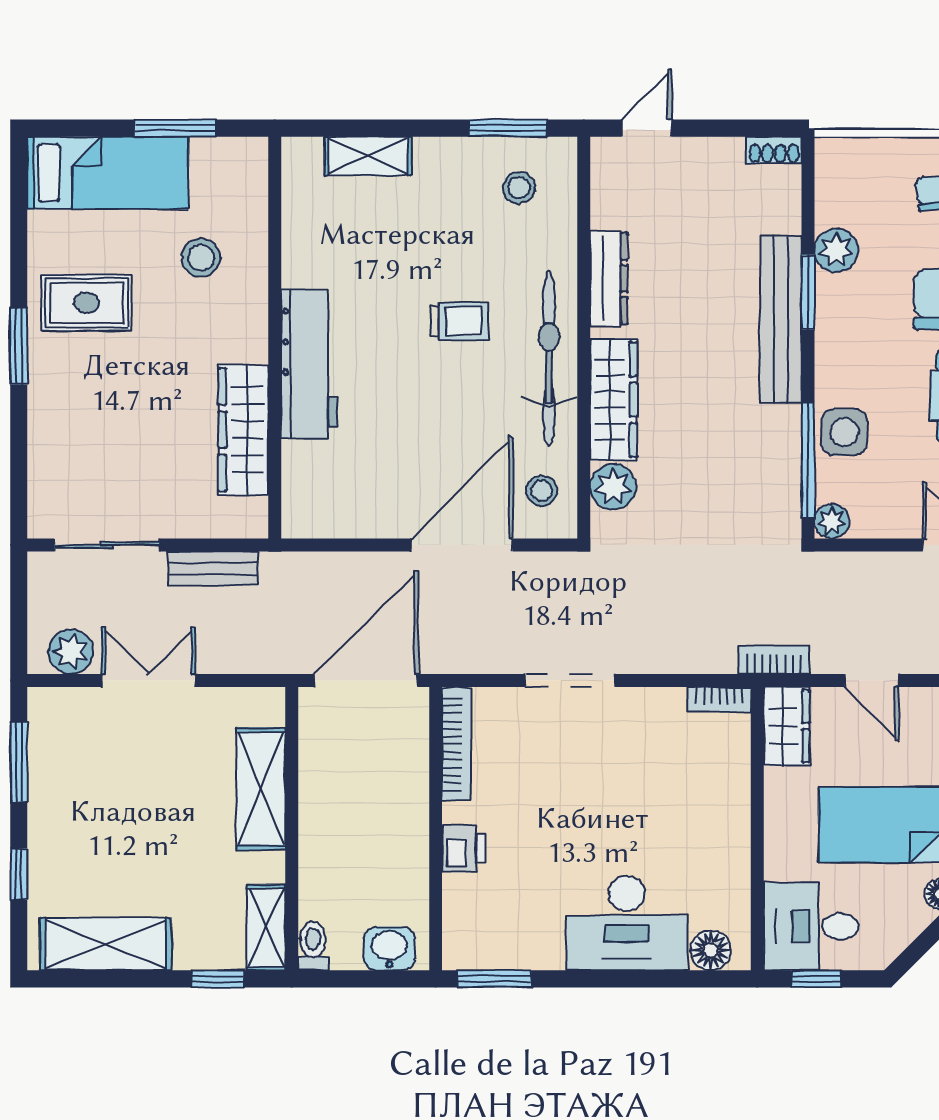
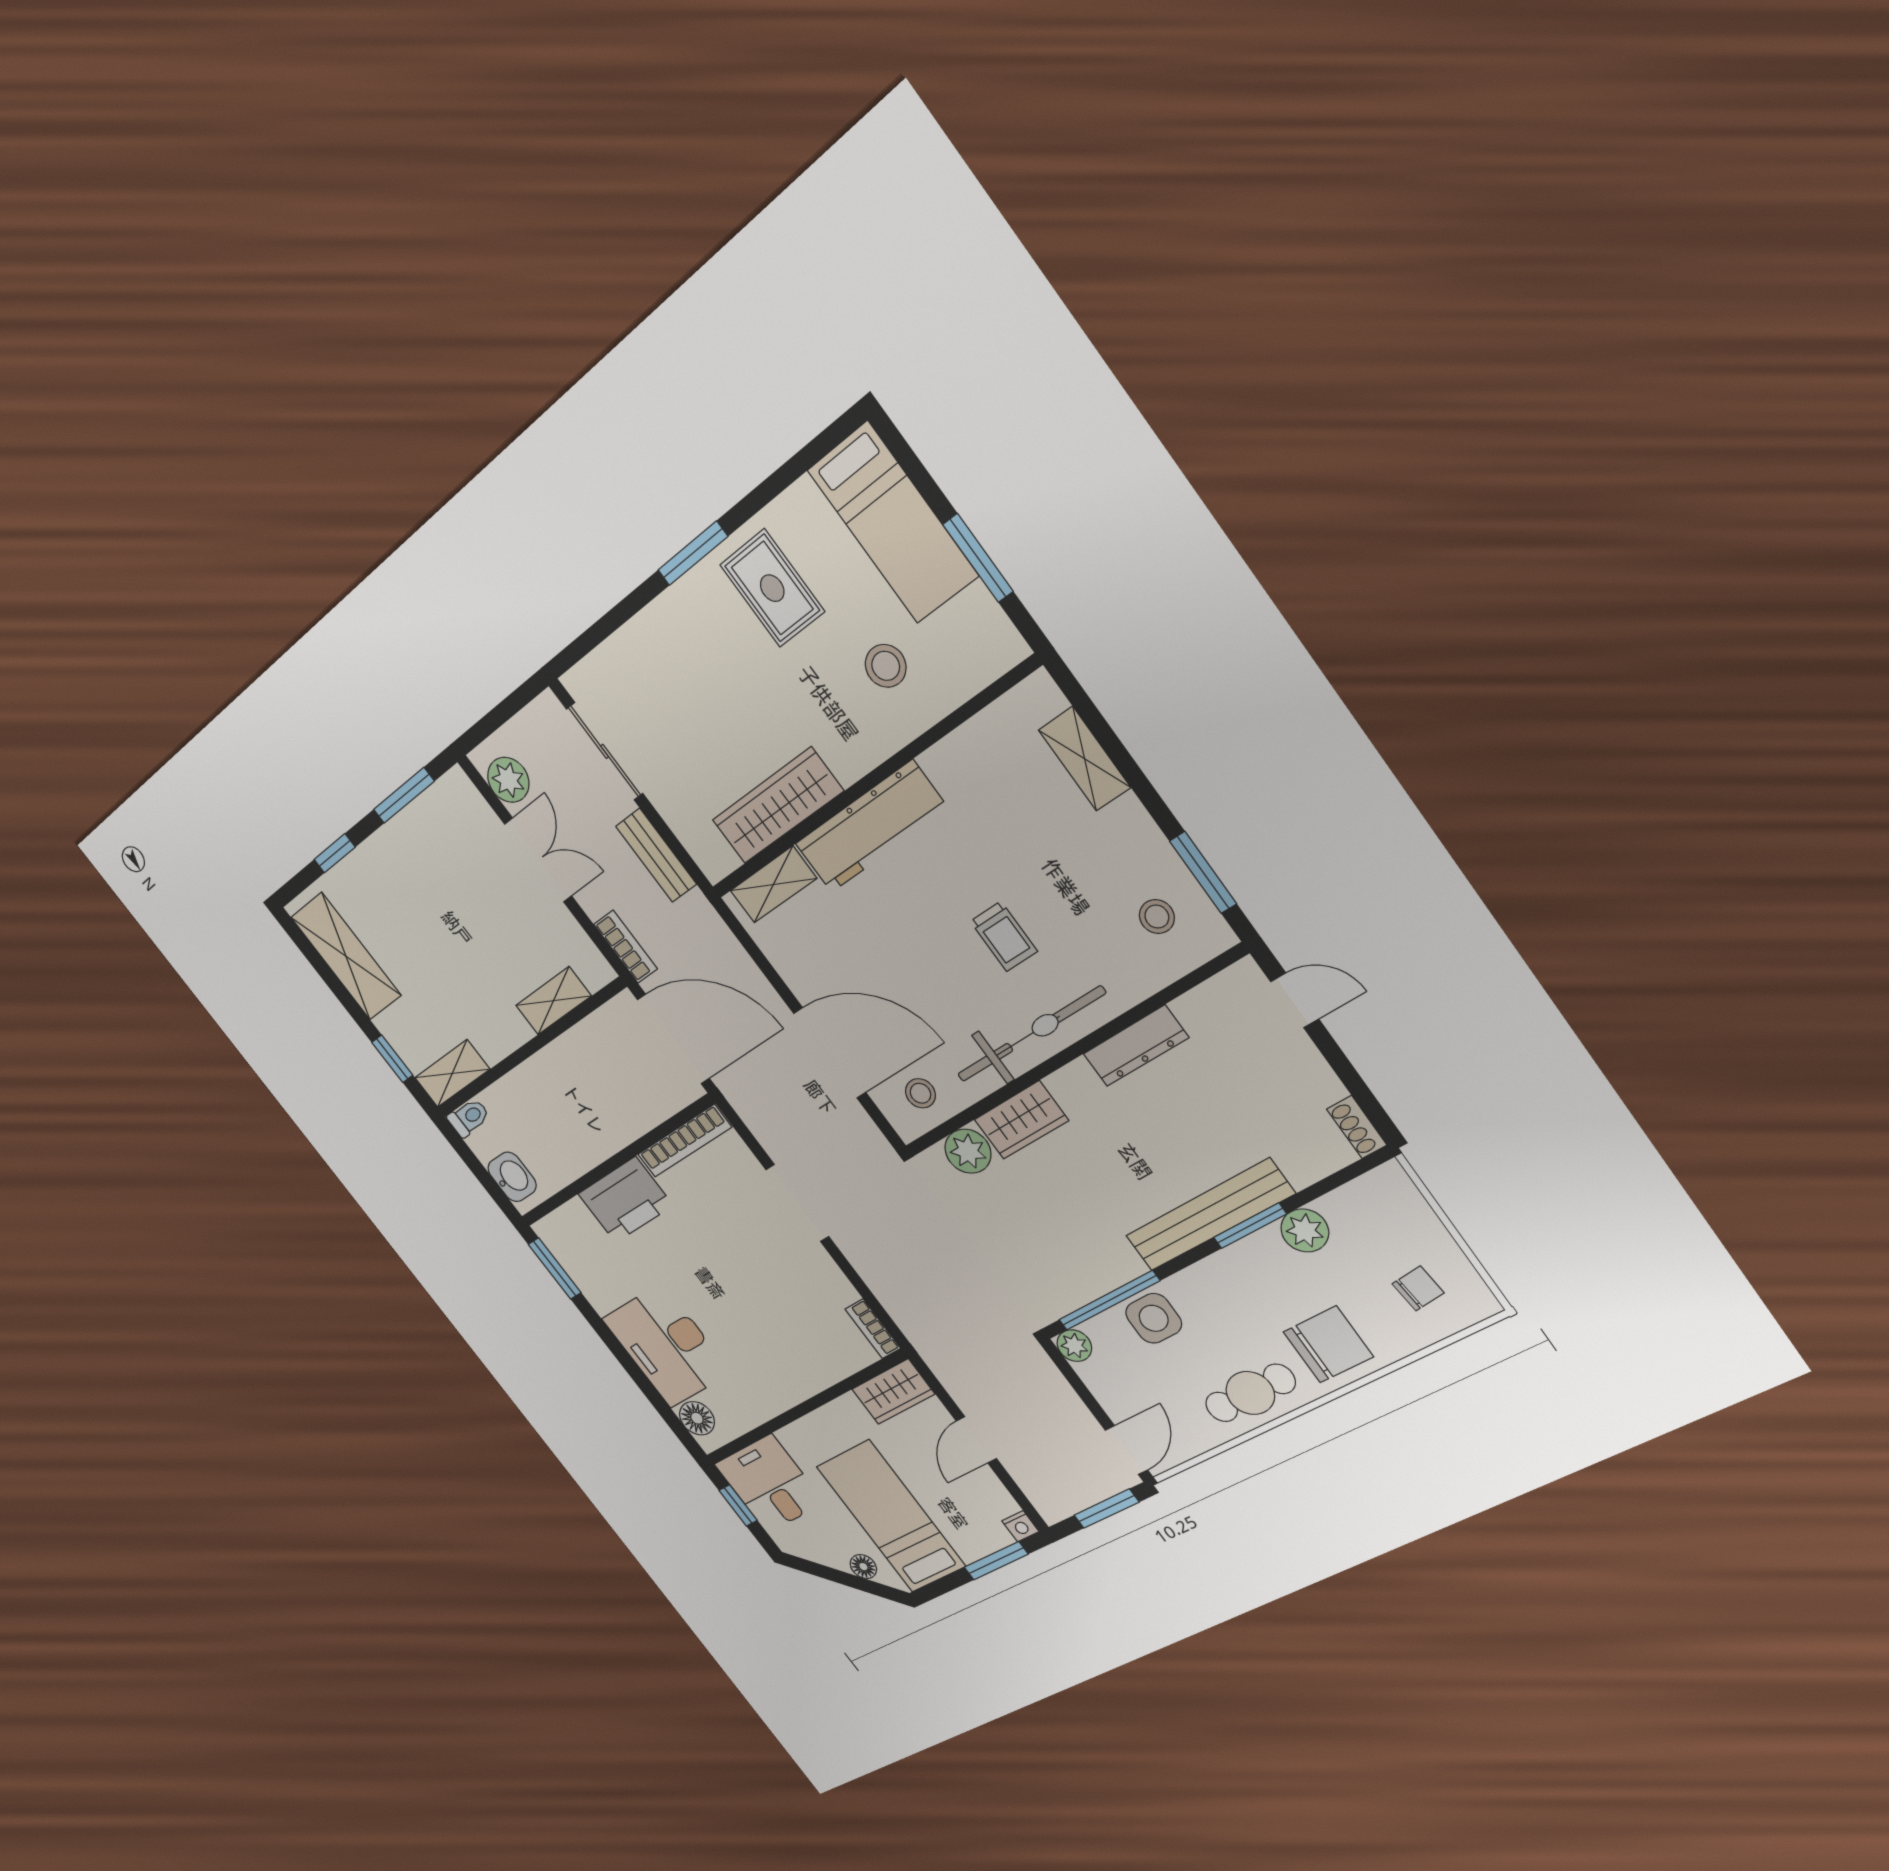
wardrobe: (614, 399) -> (1021, 1120), width x0.67
shelving: (300, 484) -> (773, 884), added
bookcase: (774, 660) -> (625, 947), moved
shelving: (261, 789) -> (554, 1001), width x0.67, depth x0.75
printer: (464, 849) -> (625, 1200), width x1.87, depth x1.48

